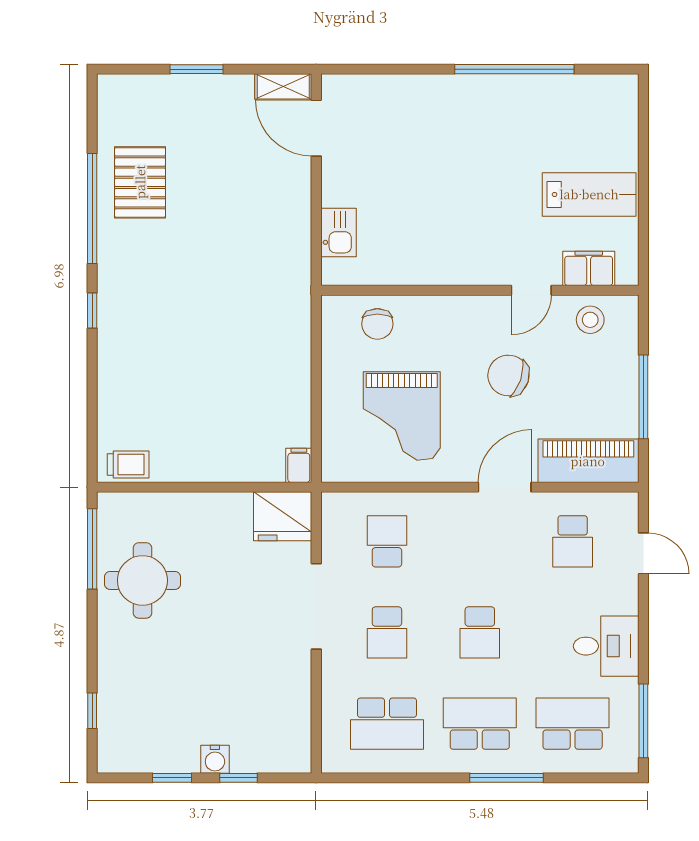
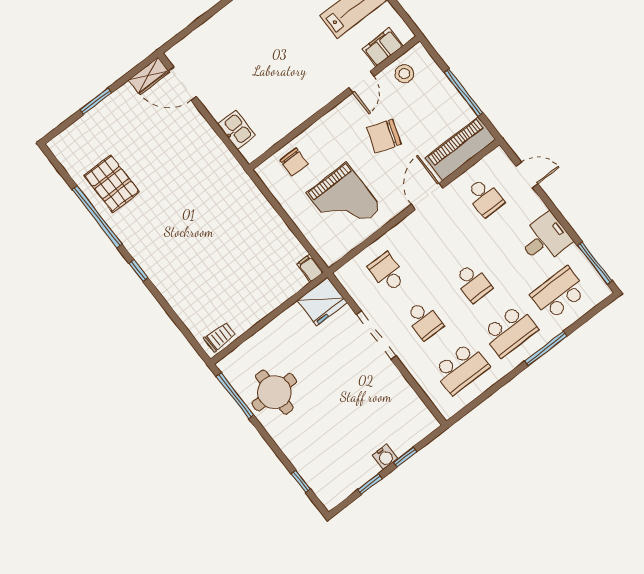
school desk: (480, 724) -> (510, 331), turned 180

